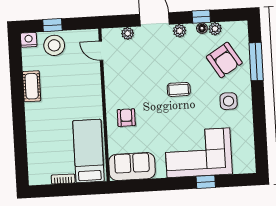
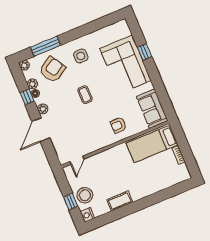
plant: (128, 33) -> (24, 65), moved

